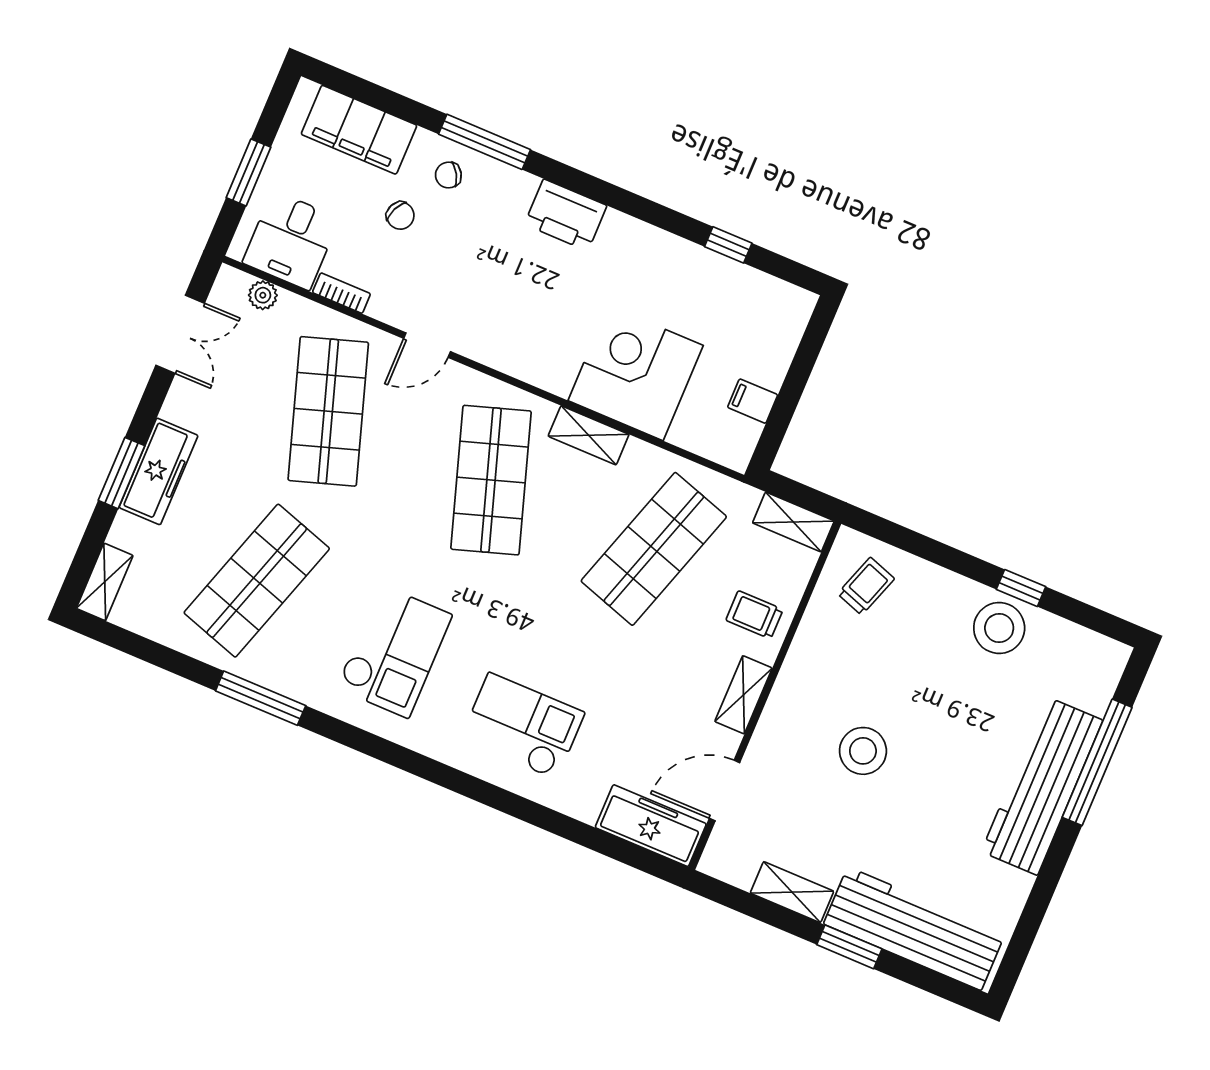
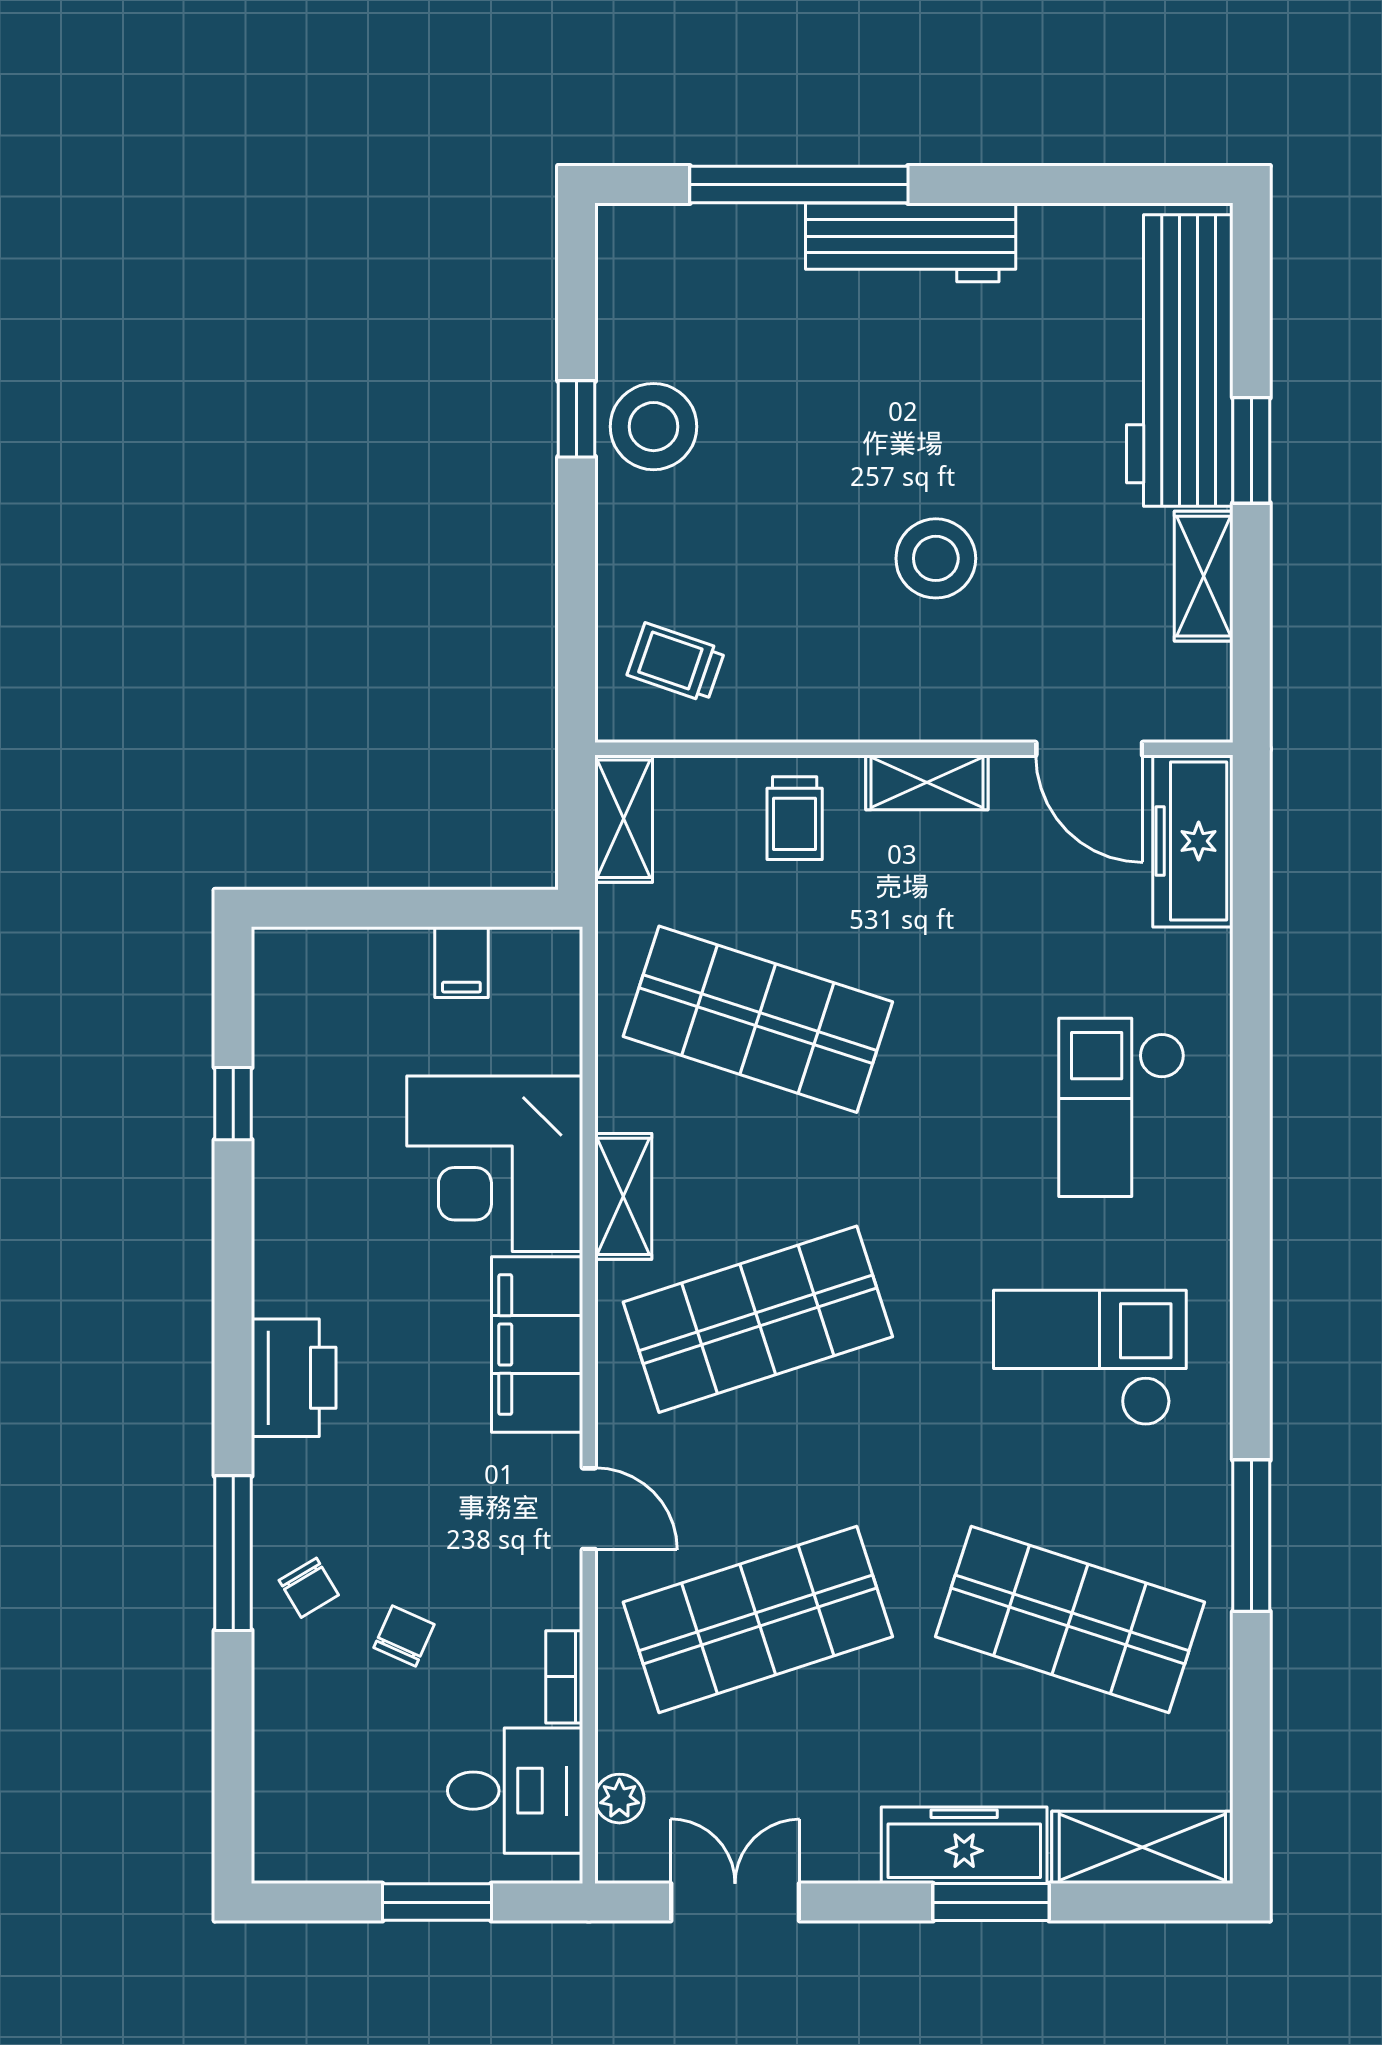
filing cabinet: (359, 130) -> (537, 1344), moved, turned 180
shelving: (105, 582) -> (1142, 1847), width x1.50, depth x1.33
workbench: (1042, 786) -> (911, 242), width x0.73, depth x0.76

